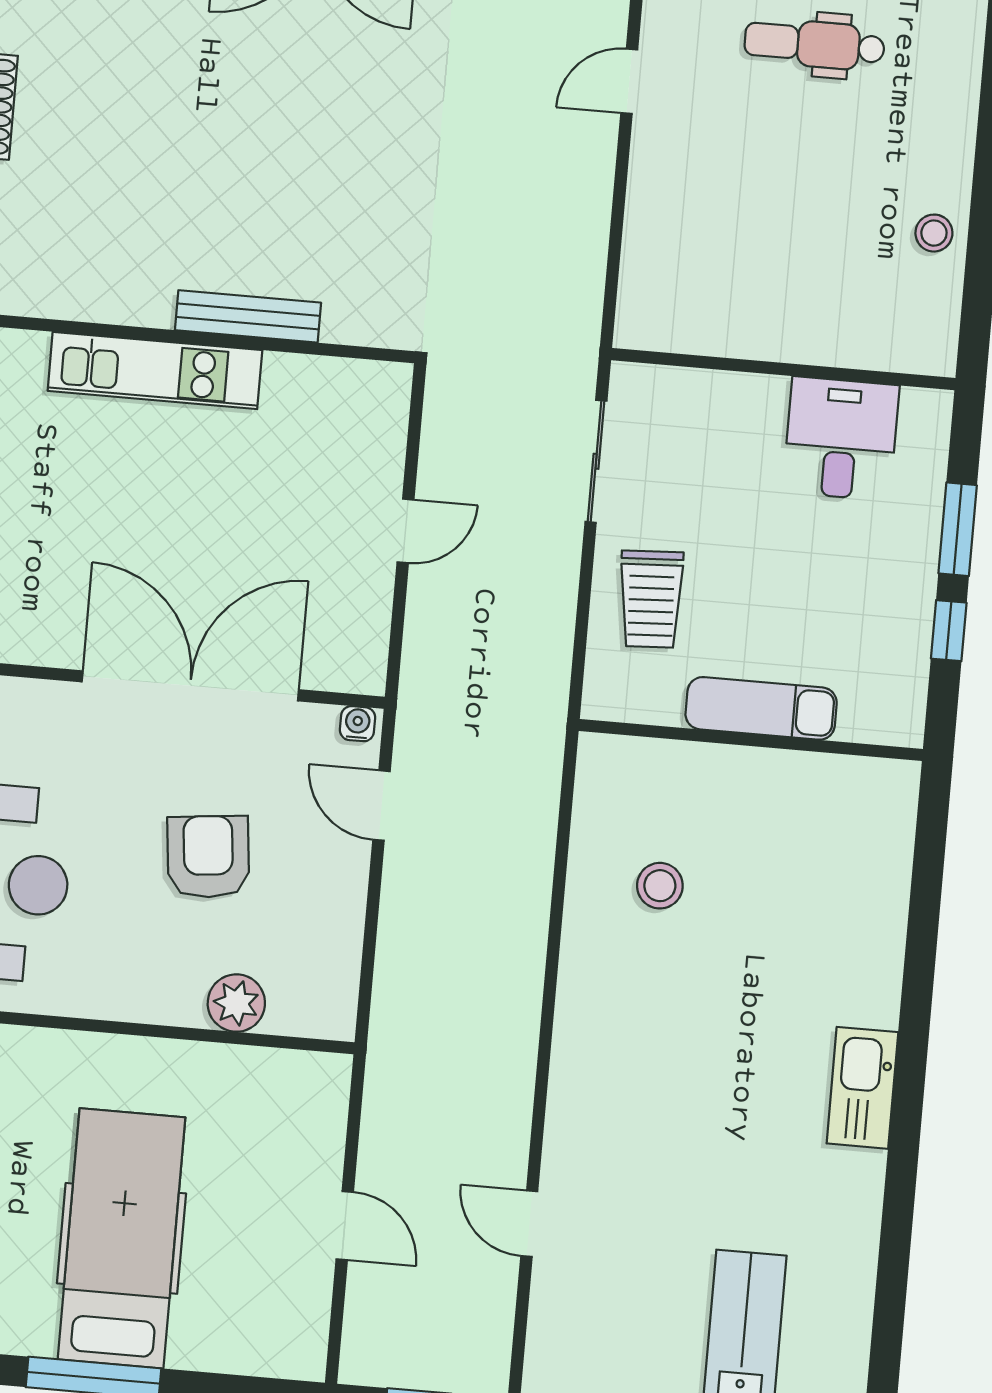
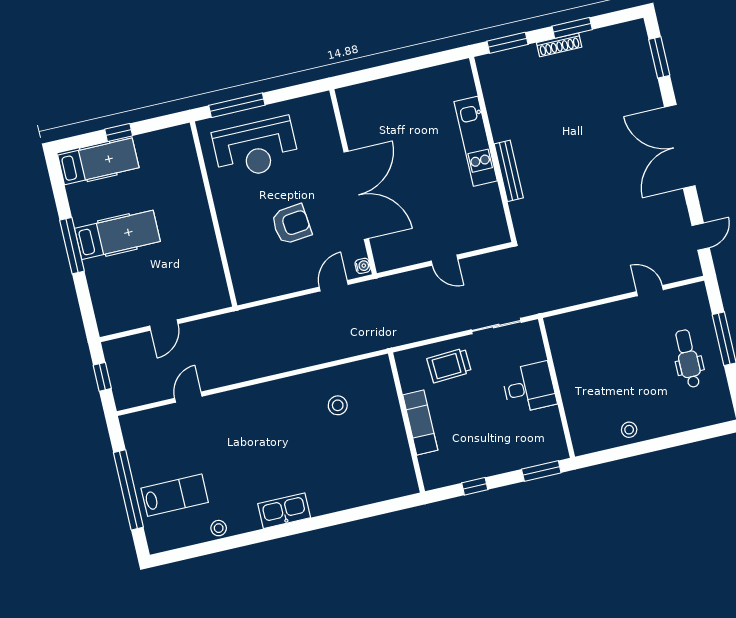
desk: (841, 439) -> (529, 388), moved
window: (958, 529) -> (541, 471), moved
plant: (236, 1003) -> (237, 254), removed
hospital bed: (121, 1238) -> (117, 235), width x0.73, depth x0.78
stool: (853, 1251) -> (219, 528), added

